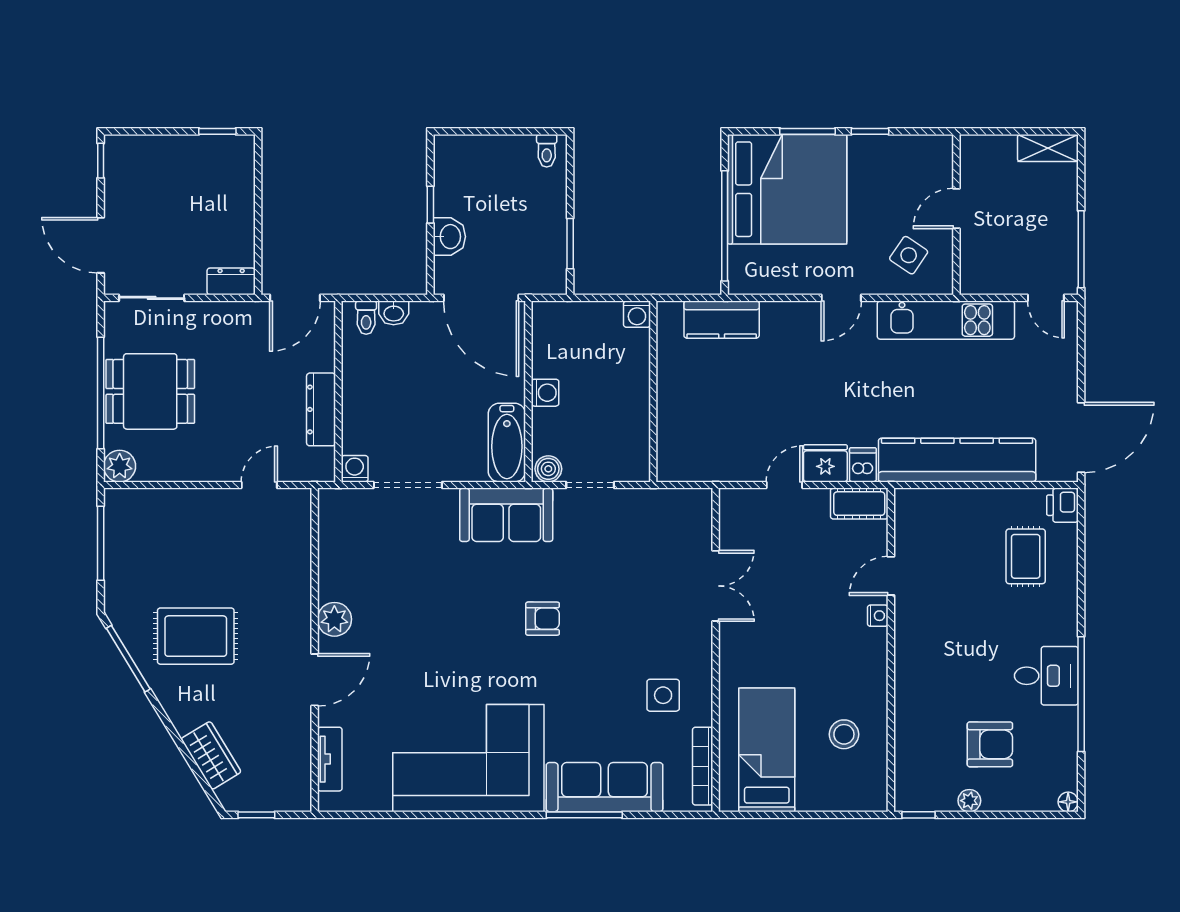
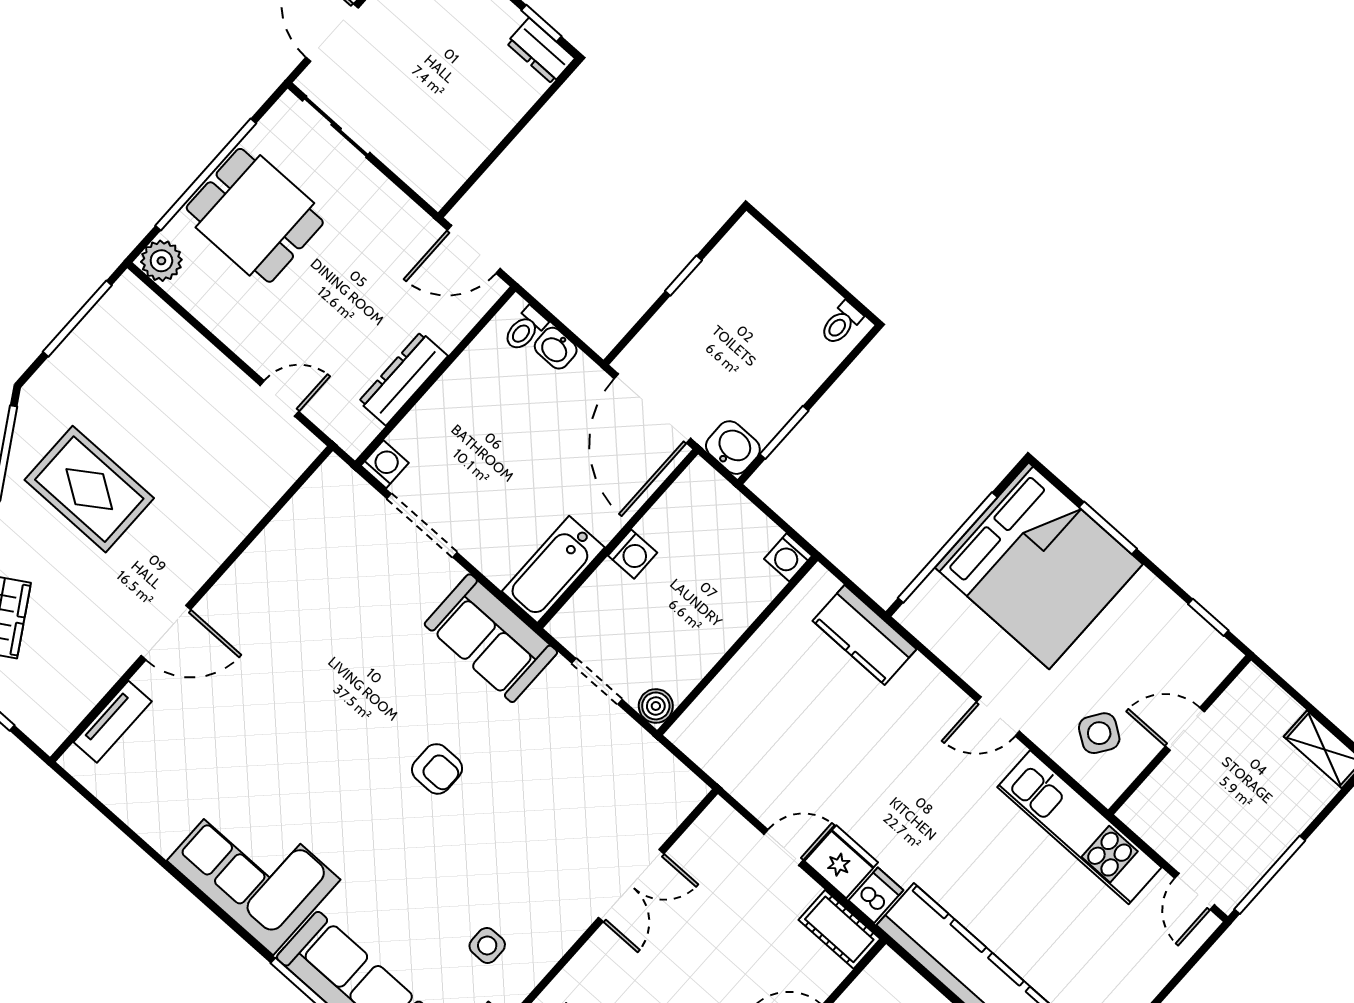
window: (870, 131) -> (1208, 617), moved
washbasin: (449, 237) -> (733, 448), moved, turned -90
dresser: (231, 281) -> (541, 51), moved, turned 180
boiler: (548, 469) -> (656, 706), moved
plant: (334, 619) -> (237, 592), removed
side table: (663, 695) -> (487, 945), width x0.73, depth x0.73
corner sofa: (468, 758) -> (254, 870), width x0.73, depth x0.74

